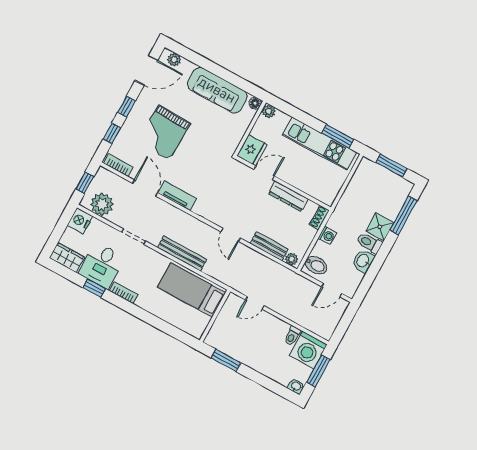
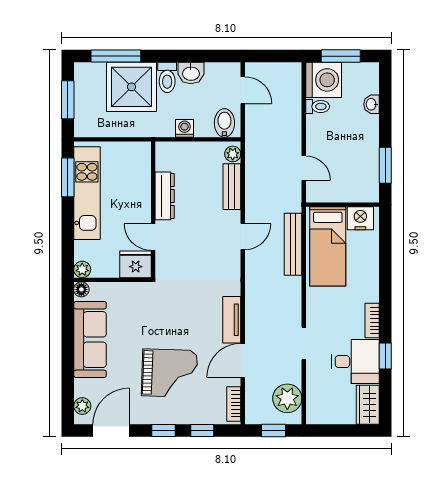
door: (146, 70) -> (111, 430), hinge flipped
shoe rack: (319, 218) -> (170, 148), removed
nightstand: (80, 221) -> (360, 218), moved, turned 180
shower: (380, 227) -> (132, 87), width x1.86, depth x1.86
bench: (182, 253) -> (293, 244), moved
washbasin: (296, 386) -> (371, 104), moved

